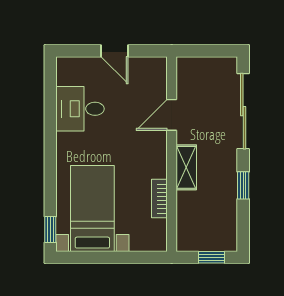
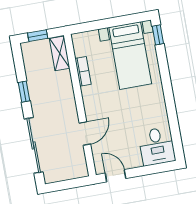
door: (115, 51) -> (116, 176), moved
desk: (80, 109) -> (157, 146), moved, turned 90
shelving: (186, 167) -> (60, 53), moved

